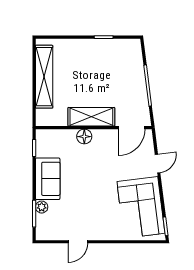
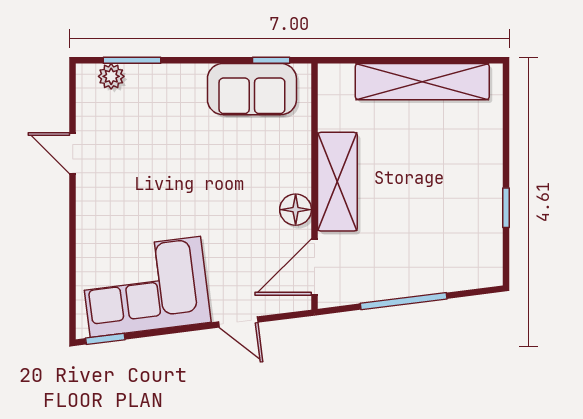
door: (132, 128) -> (314, 267), hinge flipped
floor lamp: (84, 137) -> (296, 210), moved
sofa: (48, 179) -> (252, 89), moved
plant: (42, 207) -> (111, 76), moved

